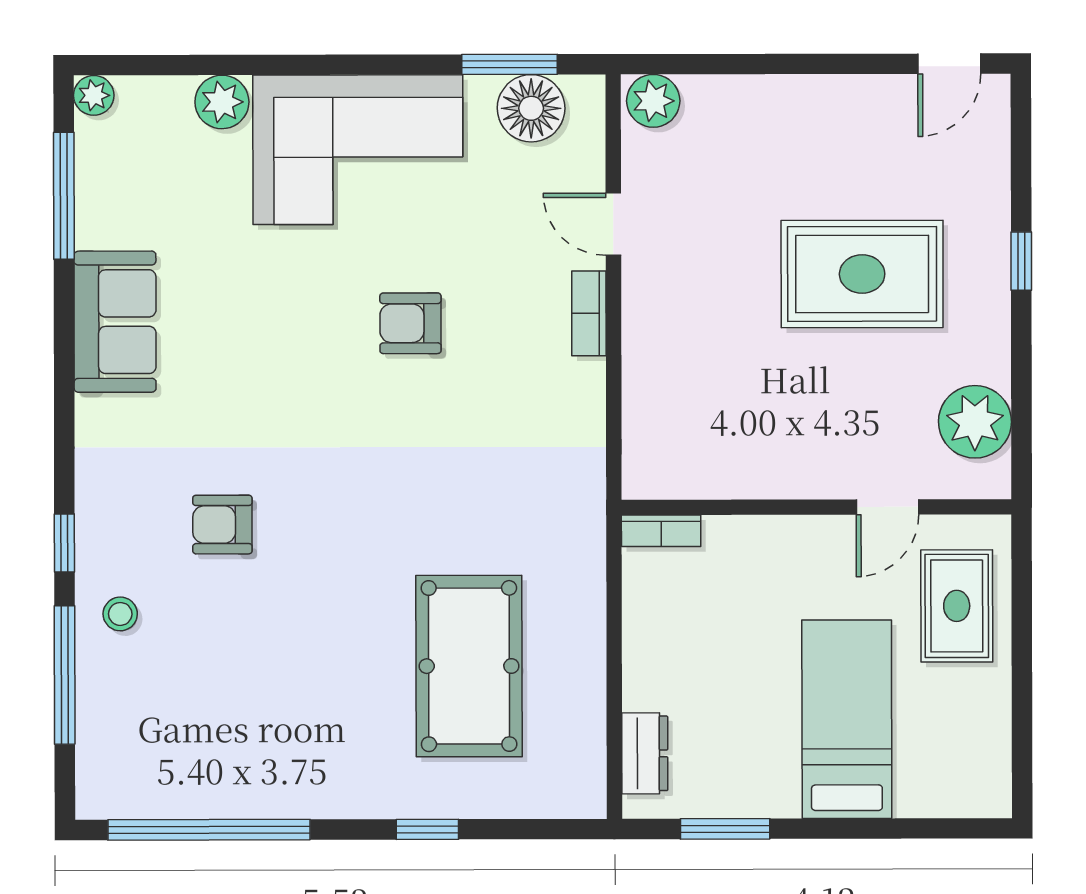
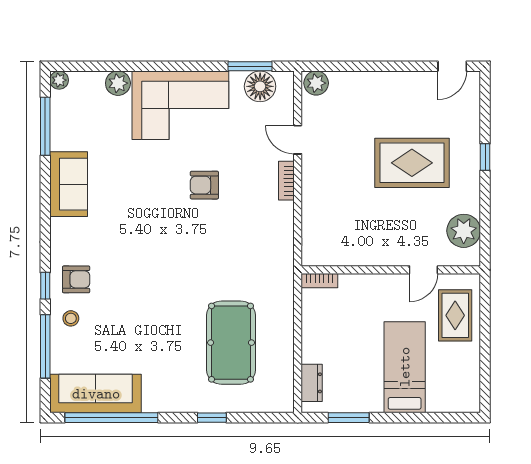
armchair: (222, 525) -> (76, 279), moved, turned 180
sofa: (174, 778) -> (96, 394), added

